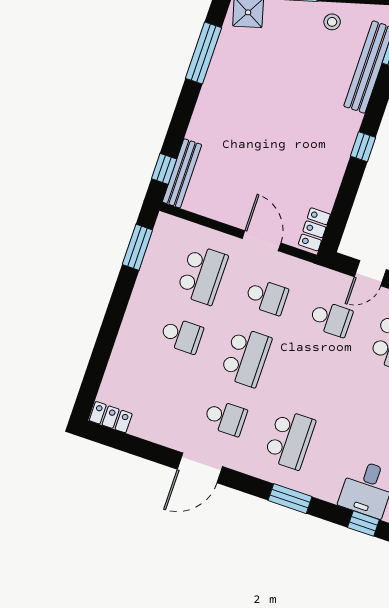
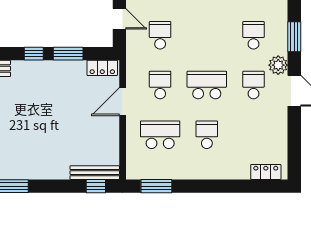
window: (348, 191) -> (68, 54), added
locker: (111, 417) -> (266, 172), moved, turned 90
school desk: (290, 440) -> (253, 35), width x0.54
plant: (240, 458) -> (278, 65), added
window: (290, 499) -> (294, 37), moved

